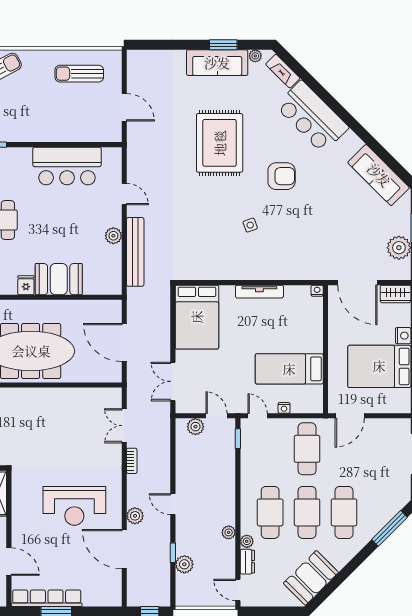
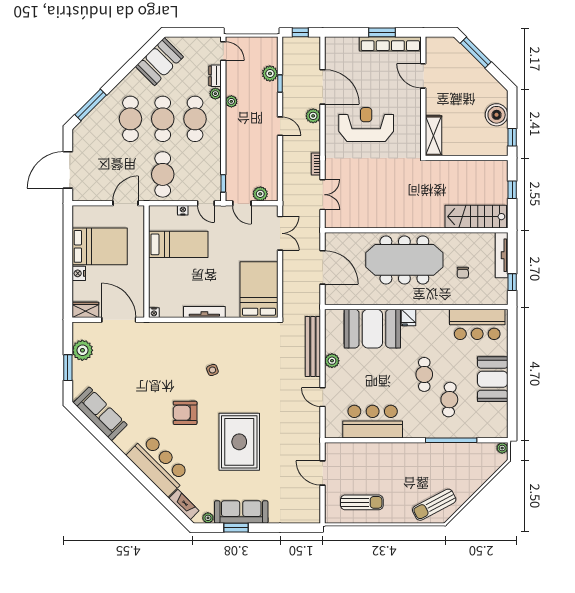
booth: (59, 279) -> (372, 329), width x1.36, depth x1.42

